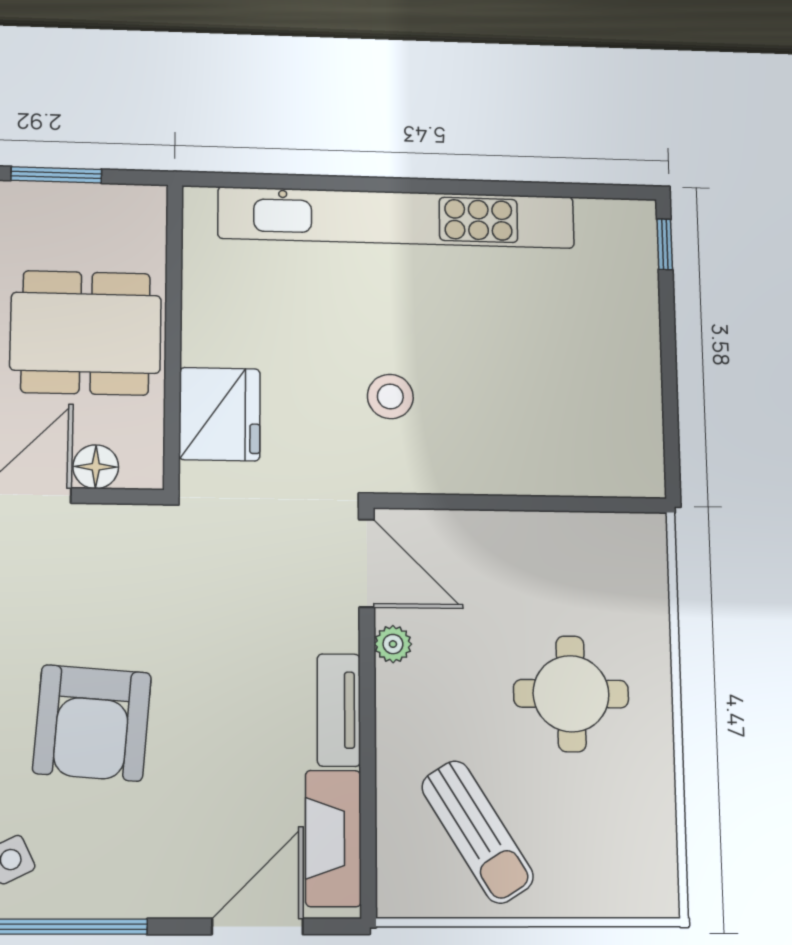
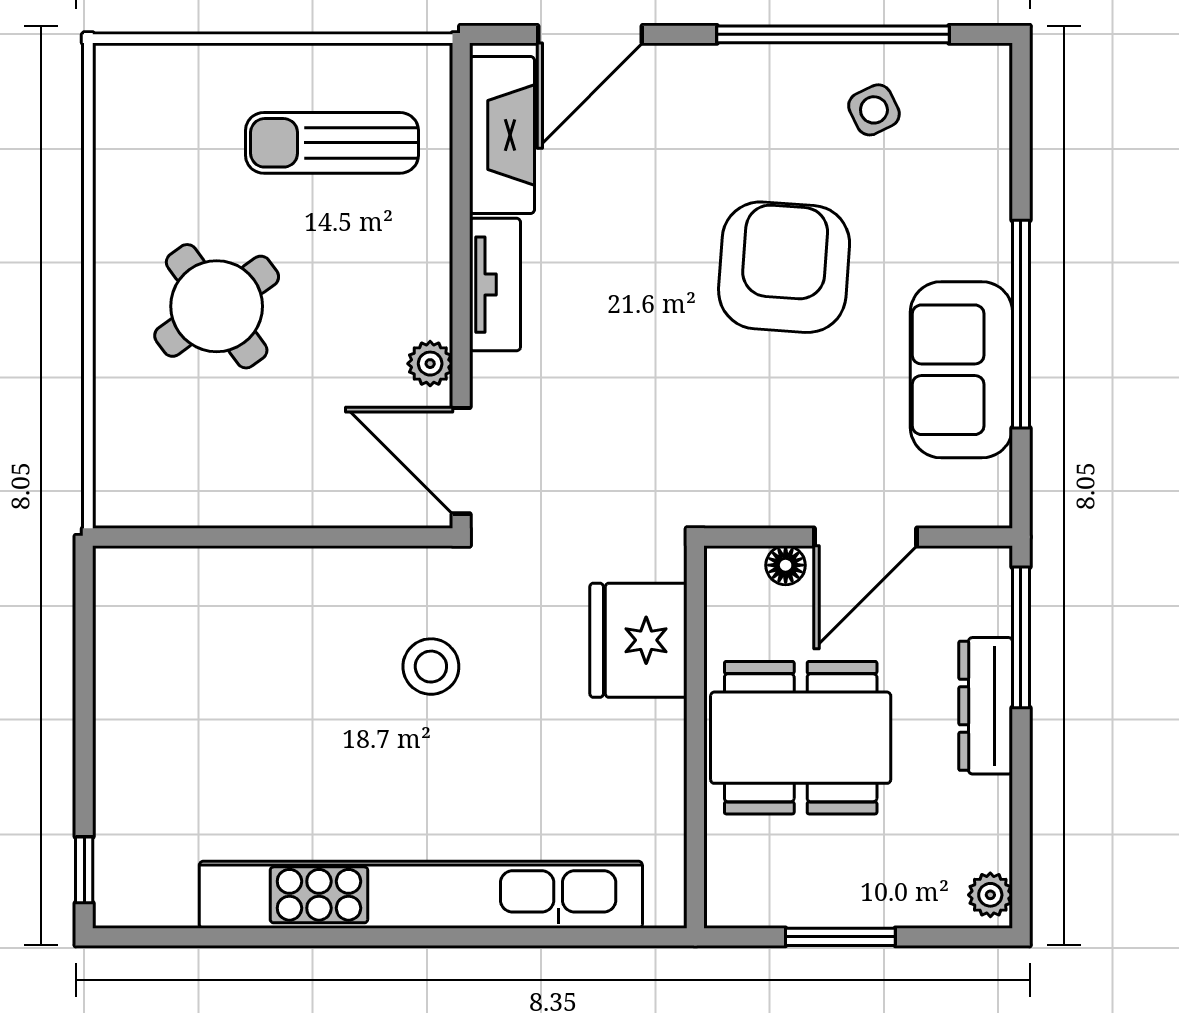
floor lamp: (96, 467) -> (786, 565), width x0.73, depth x0.73
round table: (571, 694) -> (217, 306), turned -36
sun lounger: (478, 832) -> (332, 143), turned -58

